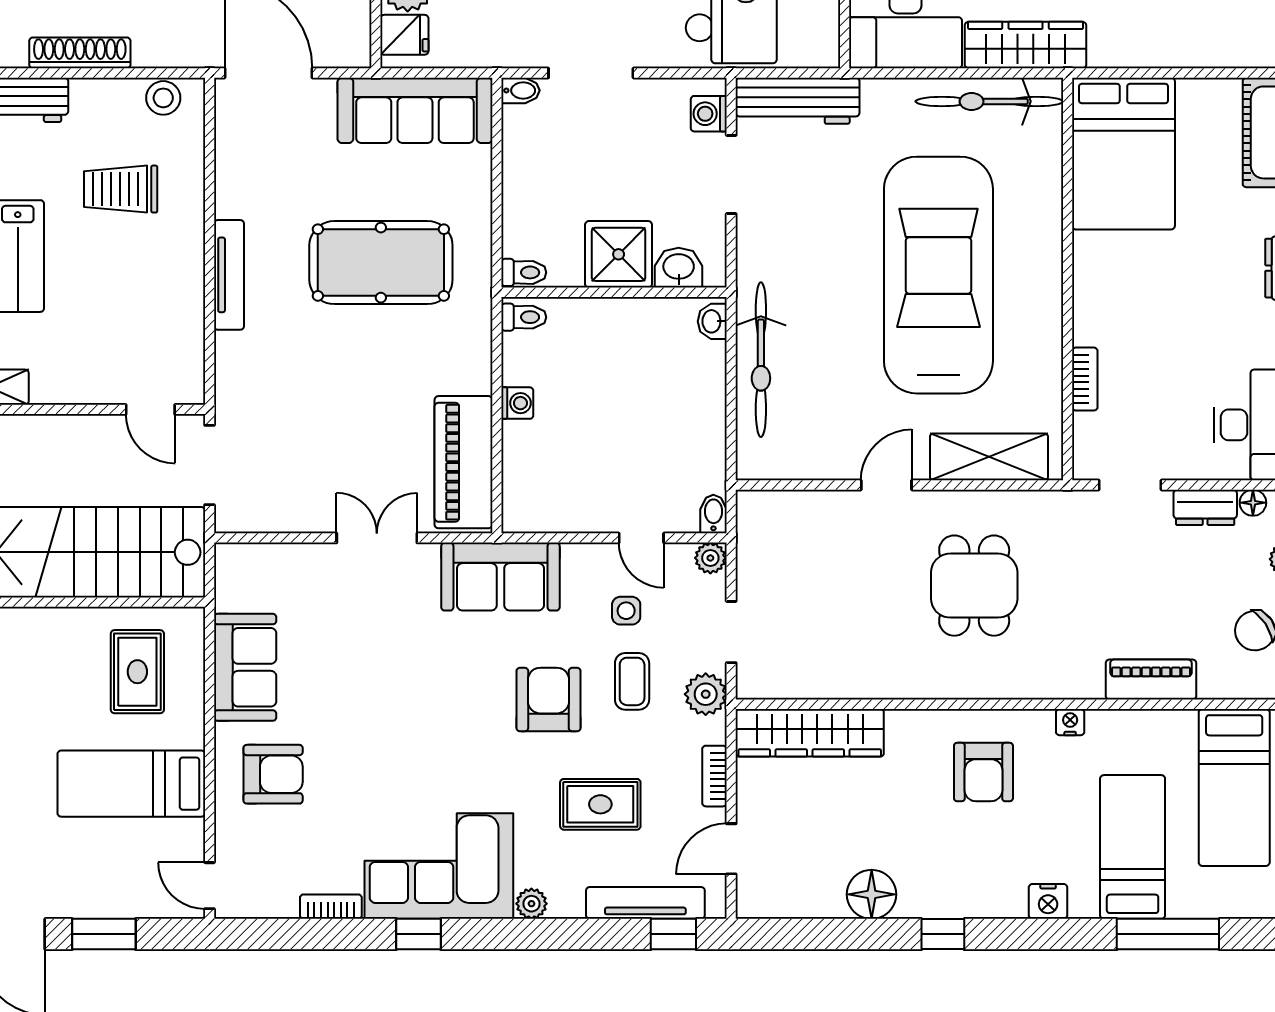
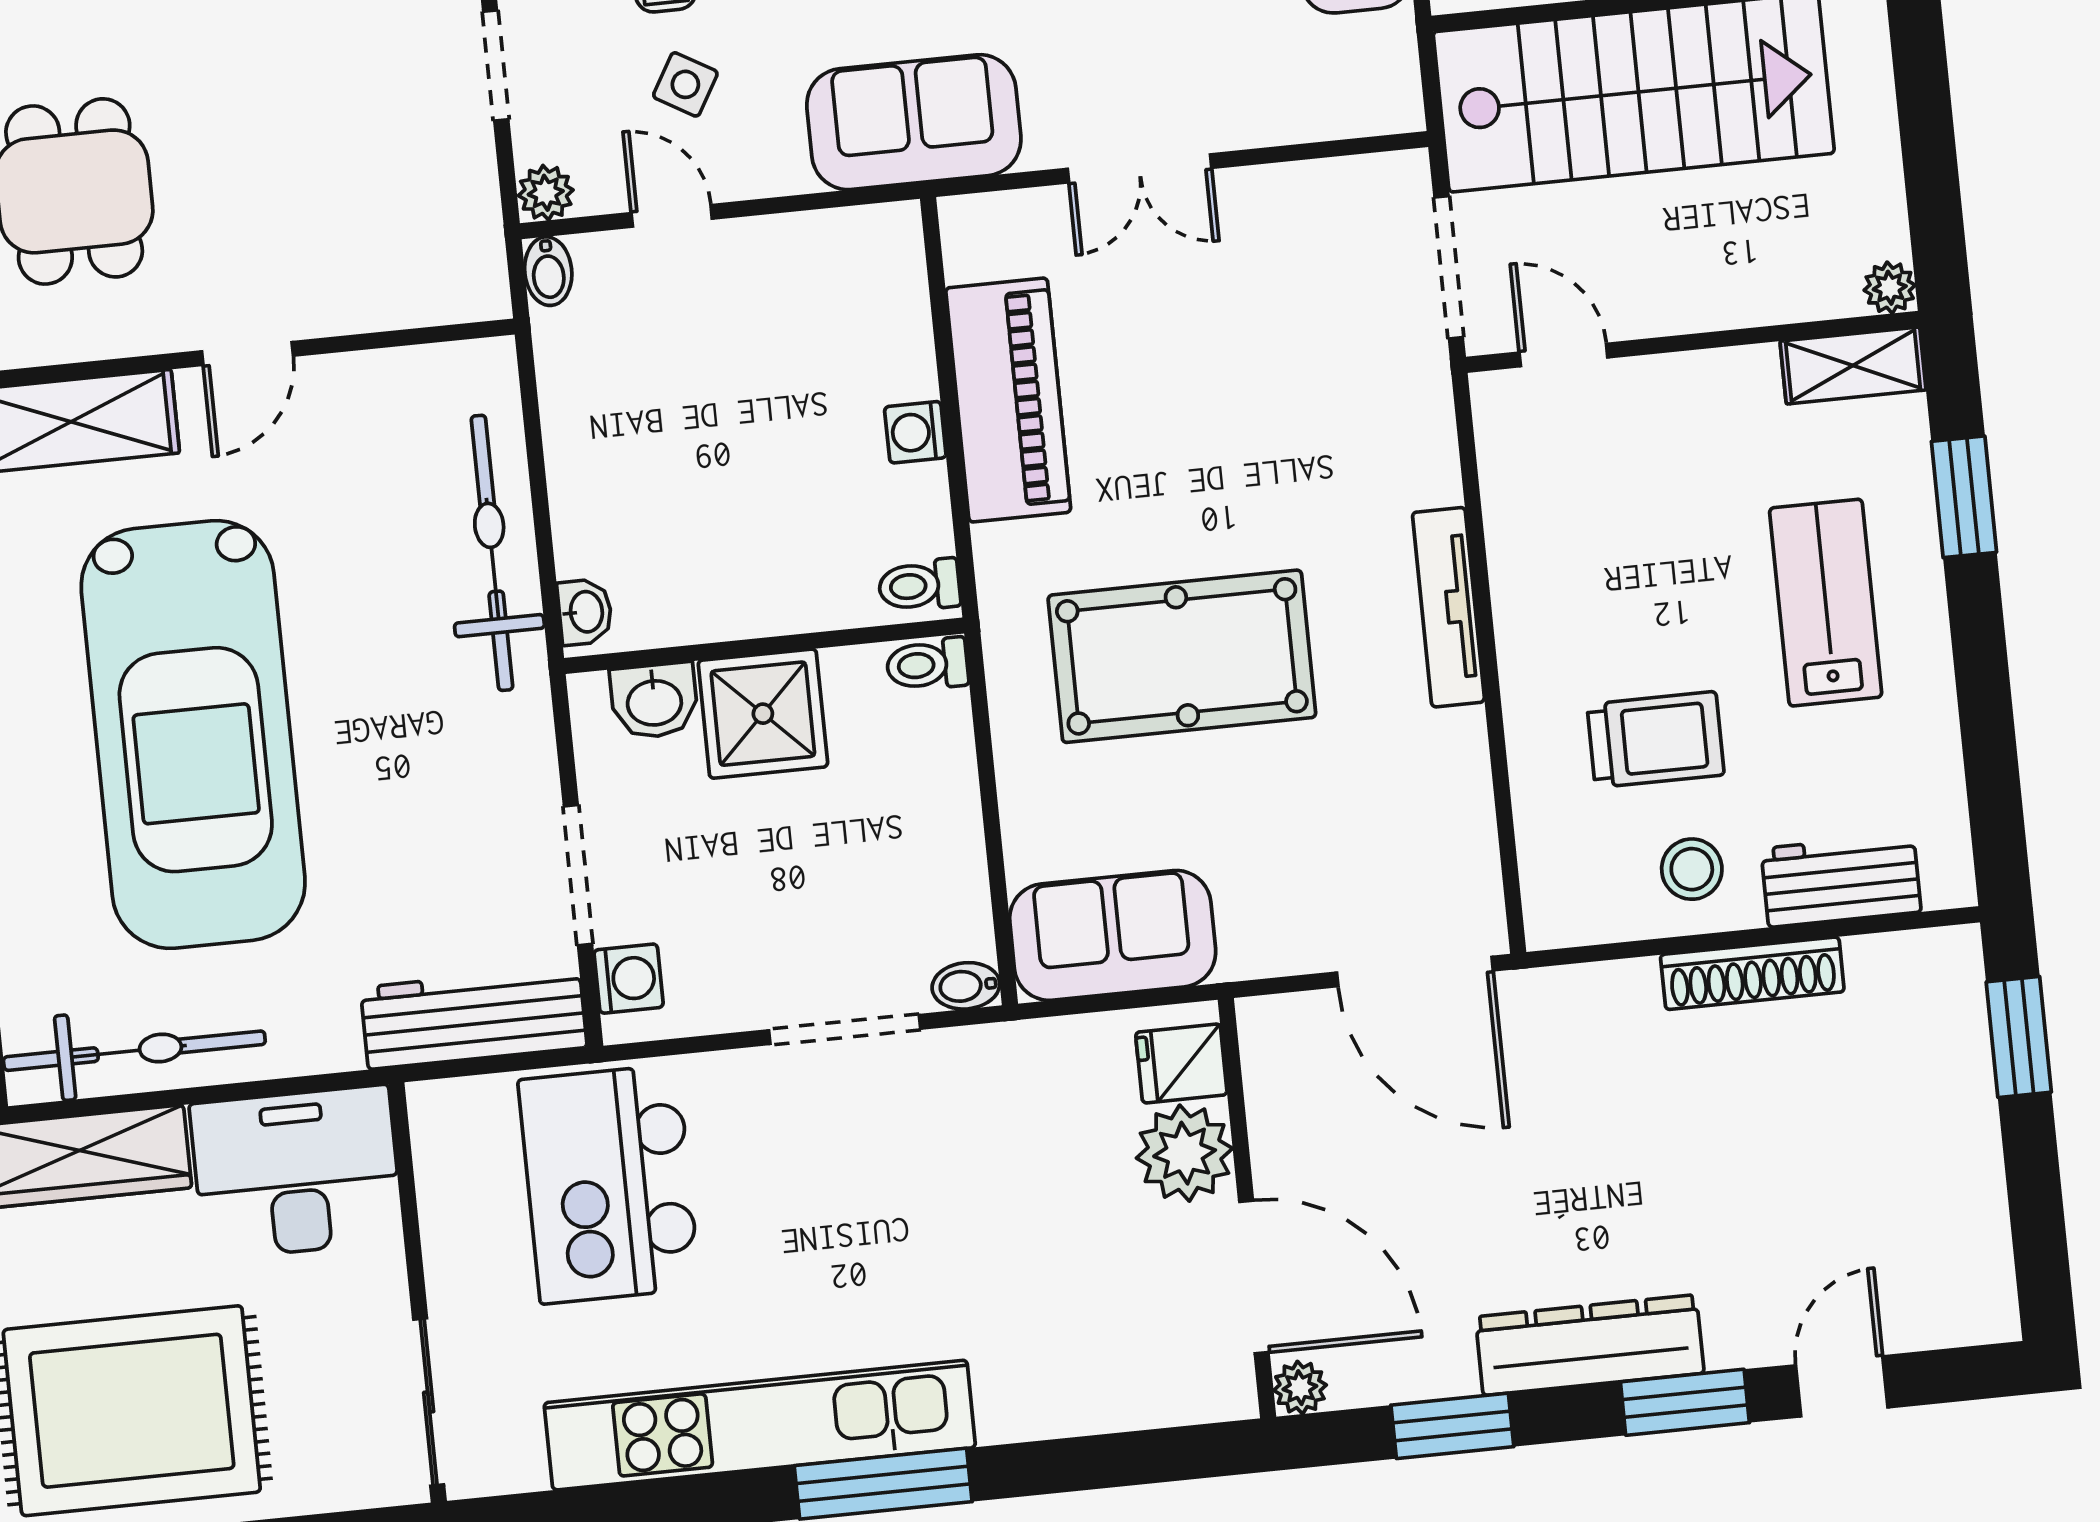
stool: (163, 98) -> (1692, 869), moved
sofa: (415, 110) -> (1113, 935), width x0.73
piano: (464, 462) -> (1008, 400), moved
side table: (626, 611) -> (685, 84), turned 30

